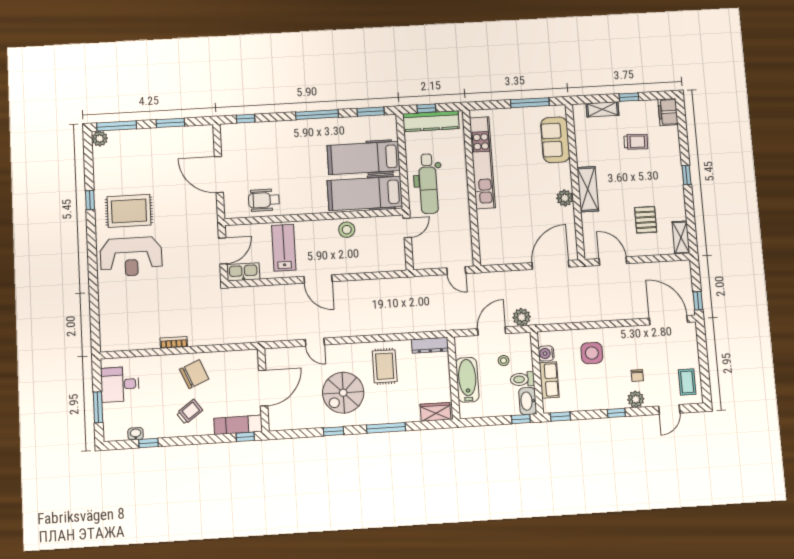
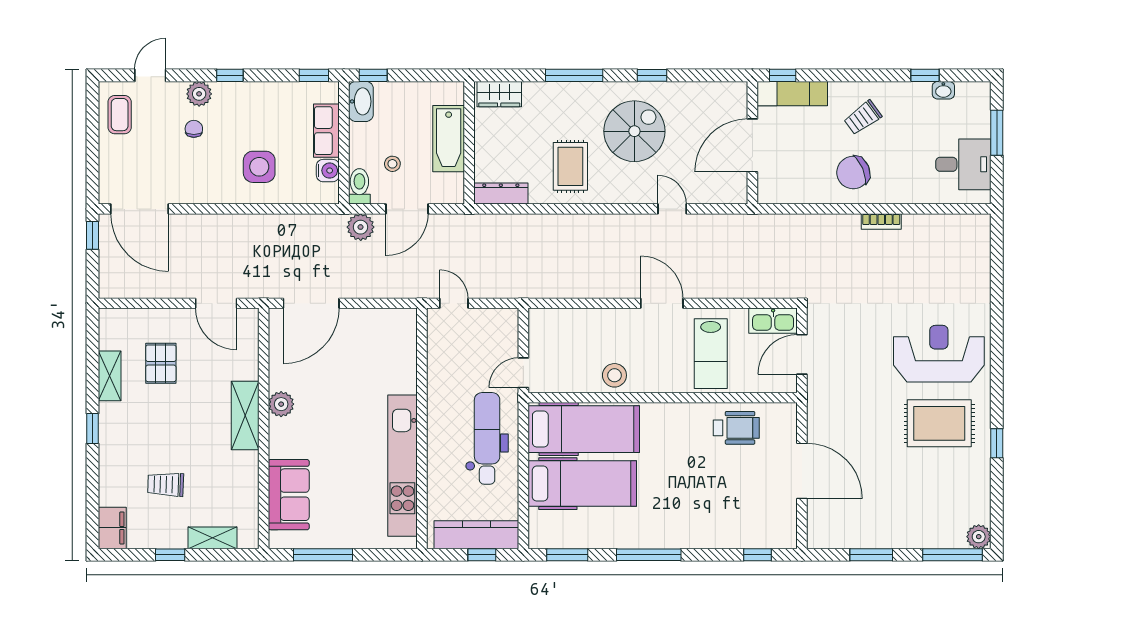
shelving: (681, 238) -> (110, 376), moved
toilet: (522, 379) -> (359, 186), moved, turned -90

